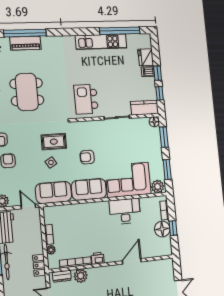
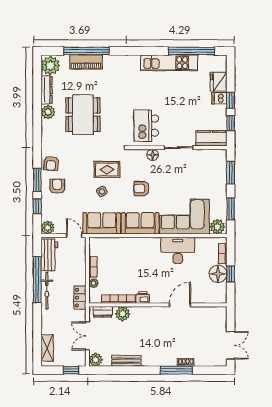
floor lamp: (154, 122) -> (153, 155), moved

